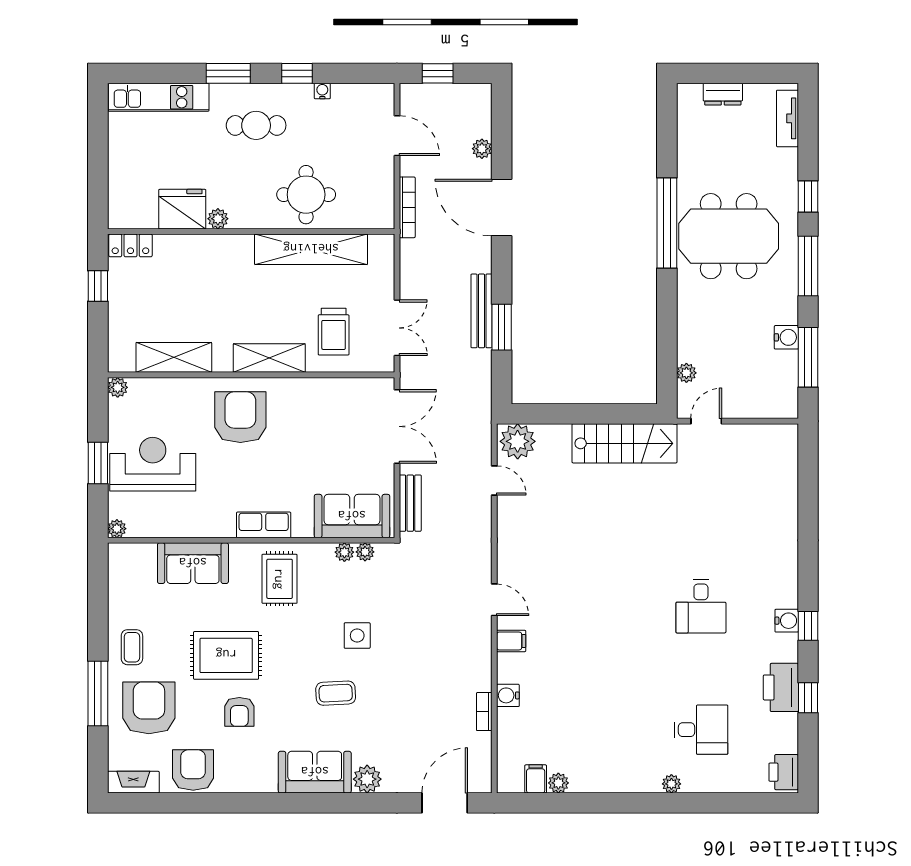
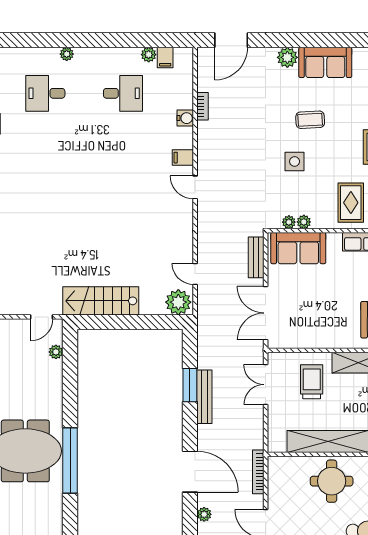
desk: (701, 606) -> (123, 93), moved, turned 90

